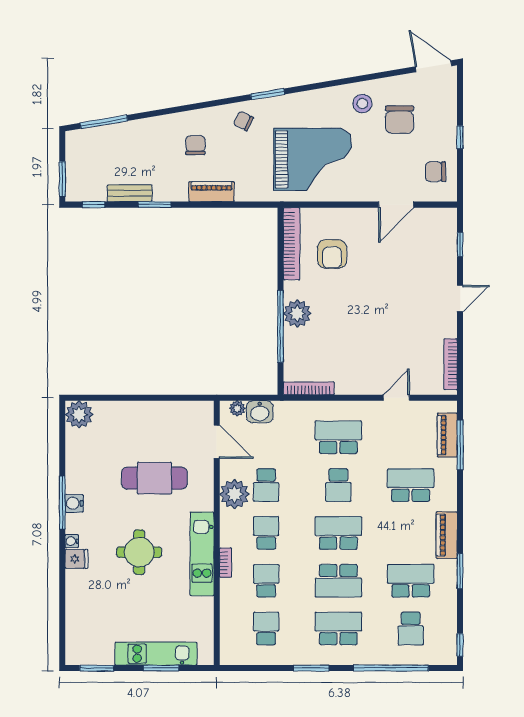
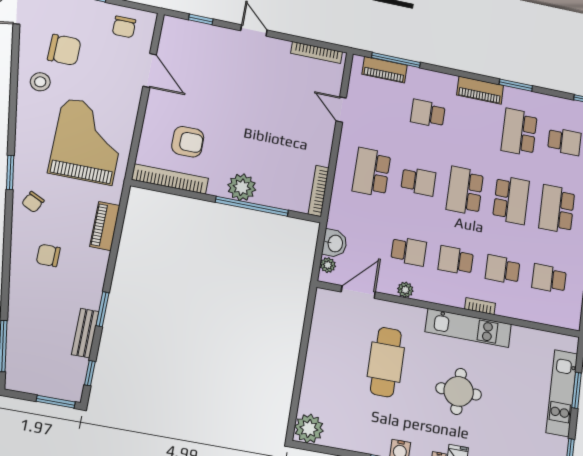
piano: (212, 192) -> (105, 226), moved
school desk: (411, 485) -> (428, 113), width x0.54
plant: (234, 494) -> (405, 290), width x0.53, depth x0.53

